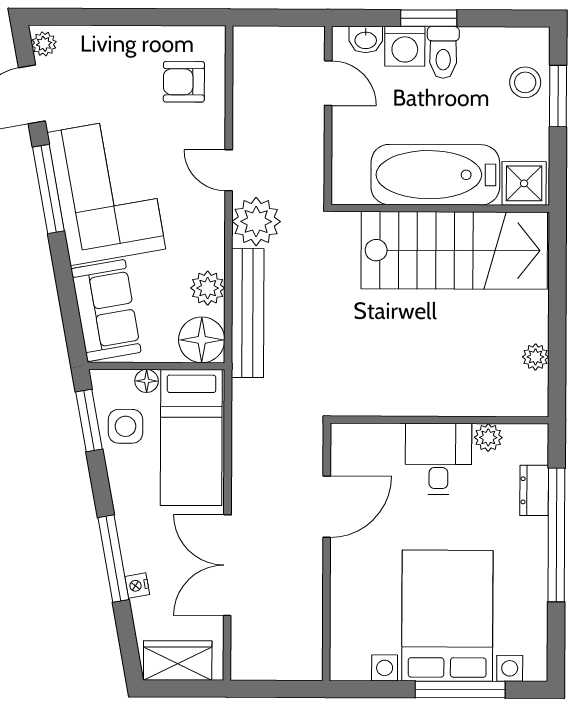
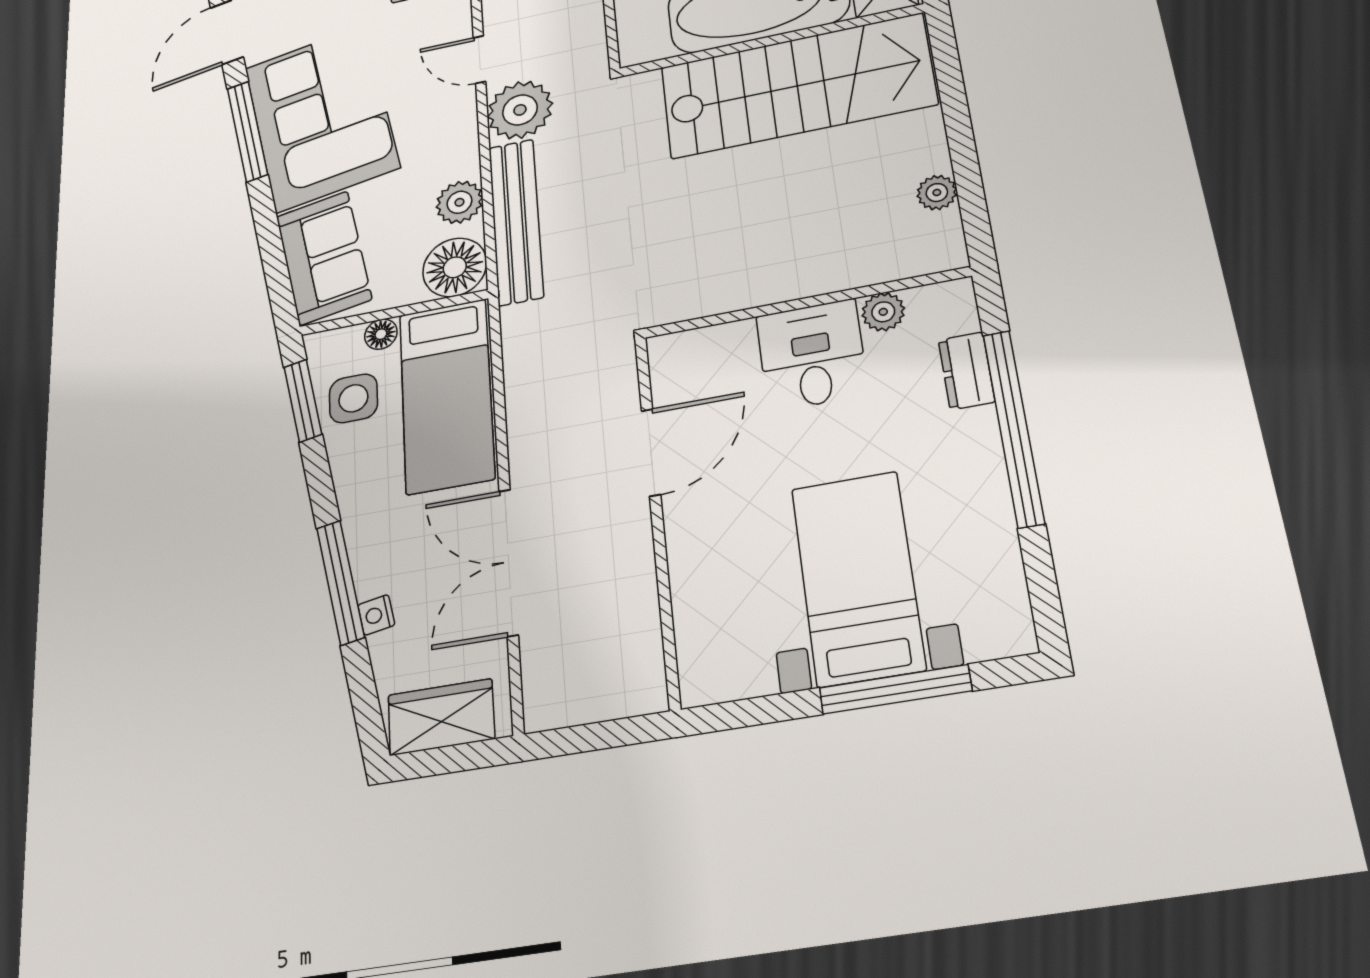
bed with nightstands: (447, 616) -> (858, 578), width x0.73

